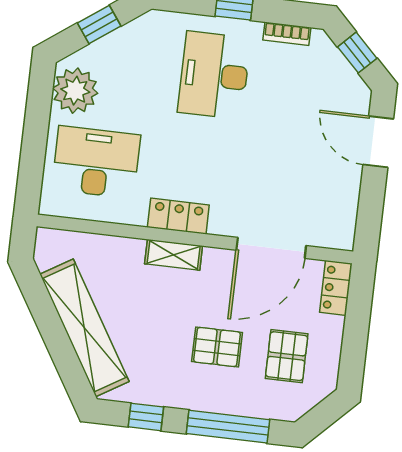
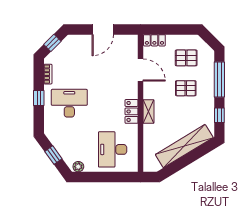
desk: (214, 75) -> (69, 103), turned 180
plant: (75, 91) -> (78, 167), width x0.53, depth x0.53
door: (378, 142) -> (103, 29), moved
door: (271, 248) -> (141, 70), width x0.73
pallet: (217, 347) -> (186, 88), turned 90

